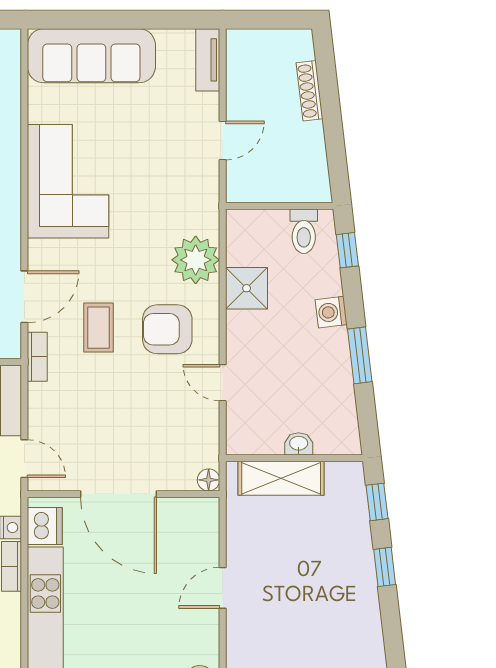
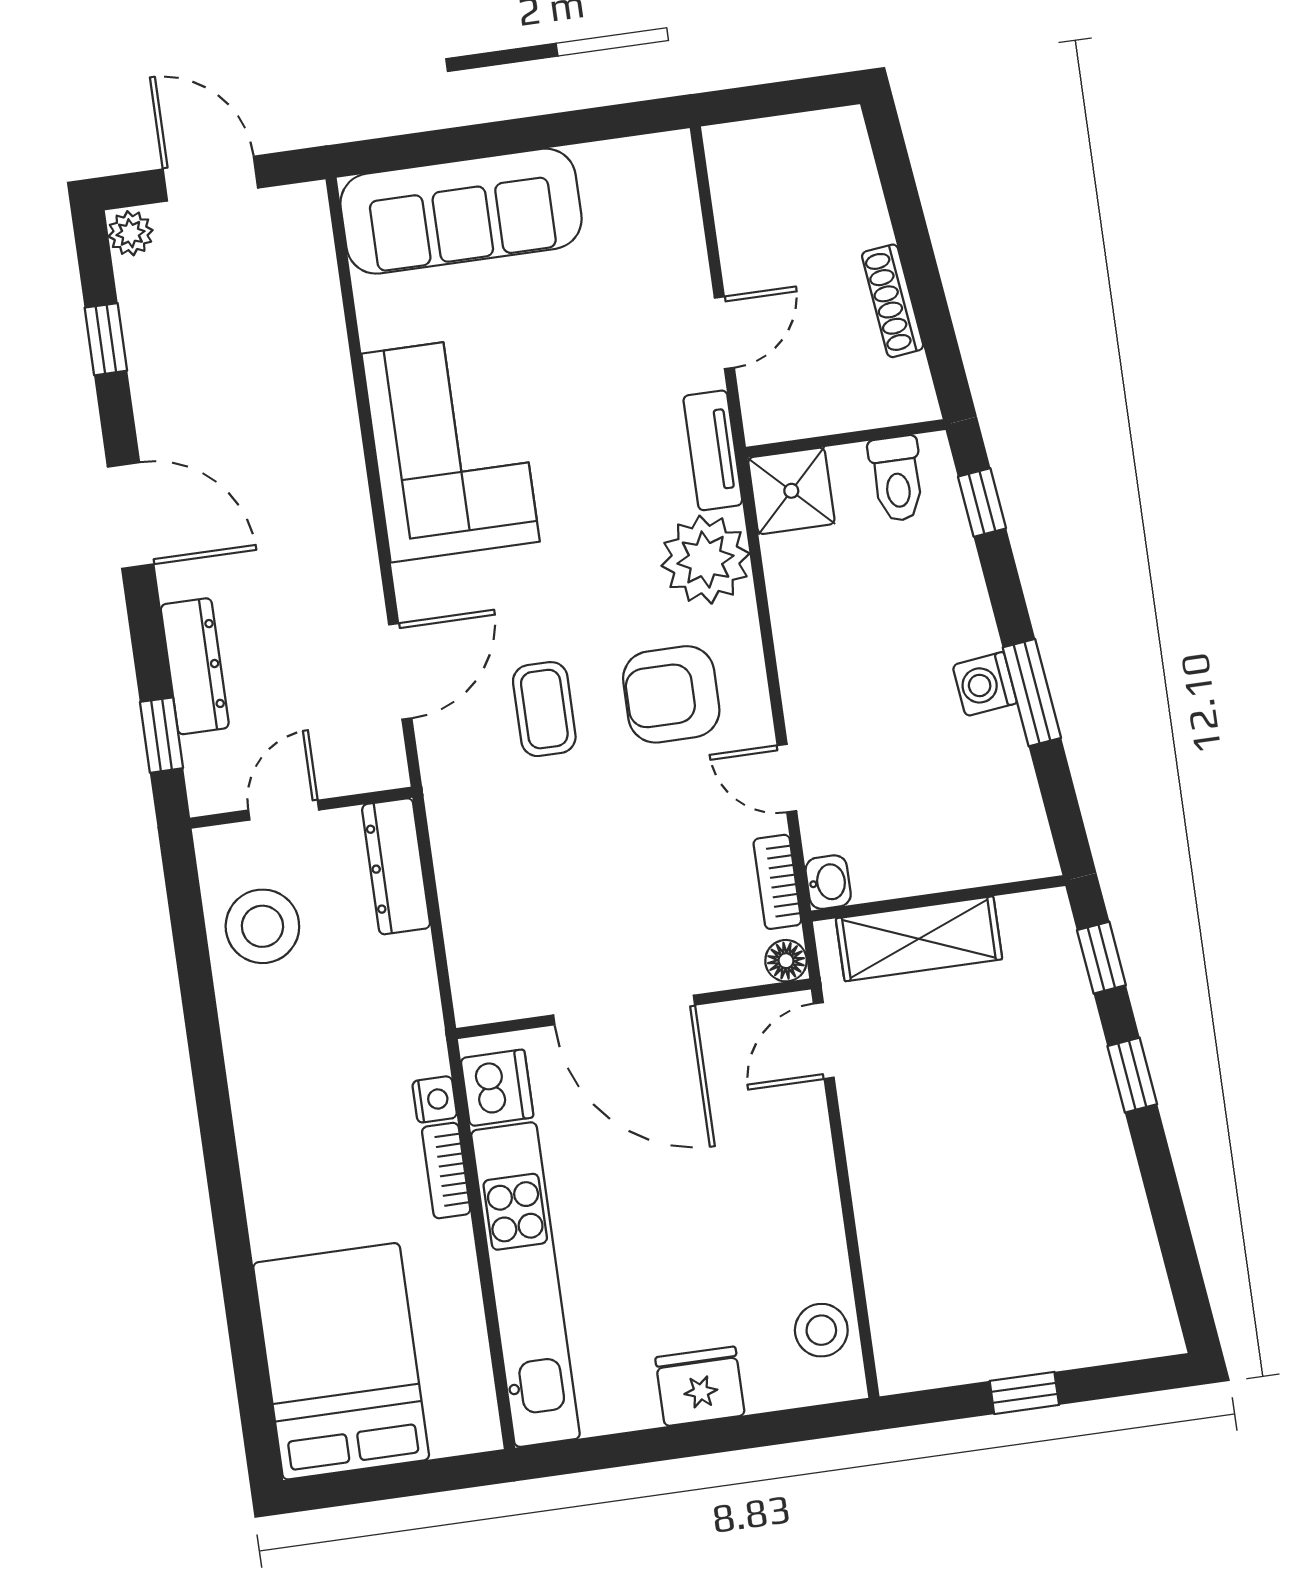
tv unit: (208, 60) -> (713, 450), moved
shoe rack: (310, 91) -> (893, 301), moved
shower: (247, 288) -> (791, 491), moved
washing machine: (331, 312) -> (985, 684), moved
bookcase: (37, 357) -> (777, 882), moved, turned 180
washbasin: (299, 444) -> (828, 882), moved, turned 90
door: (24, 459) -> (442, 969), removed
door: (223, 588) -> (824, 1041), moved

